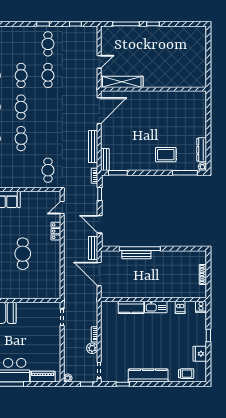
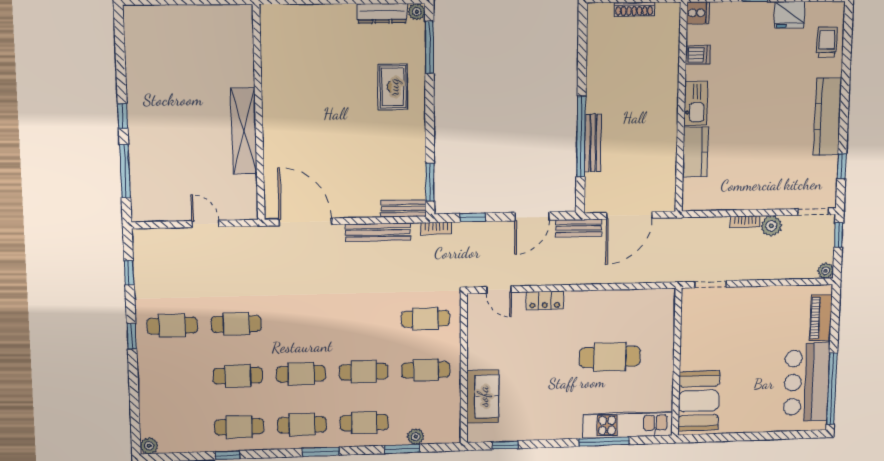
shelving: (122, 82) -> (244, 131), moved
cafe table: (21, 170) -> (426, 370), added
cafe table: (23, 254) -> (610, 357), moved

